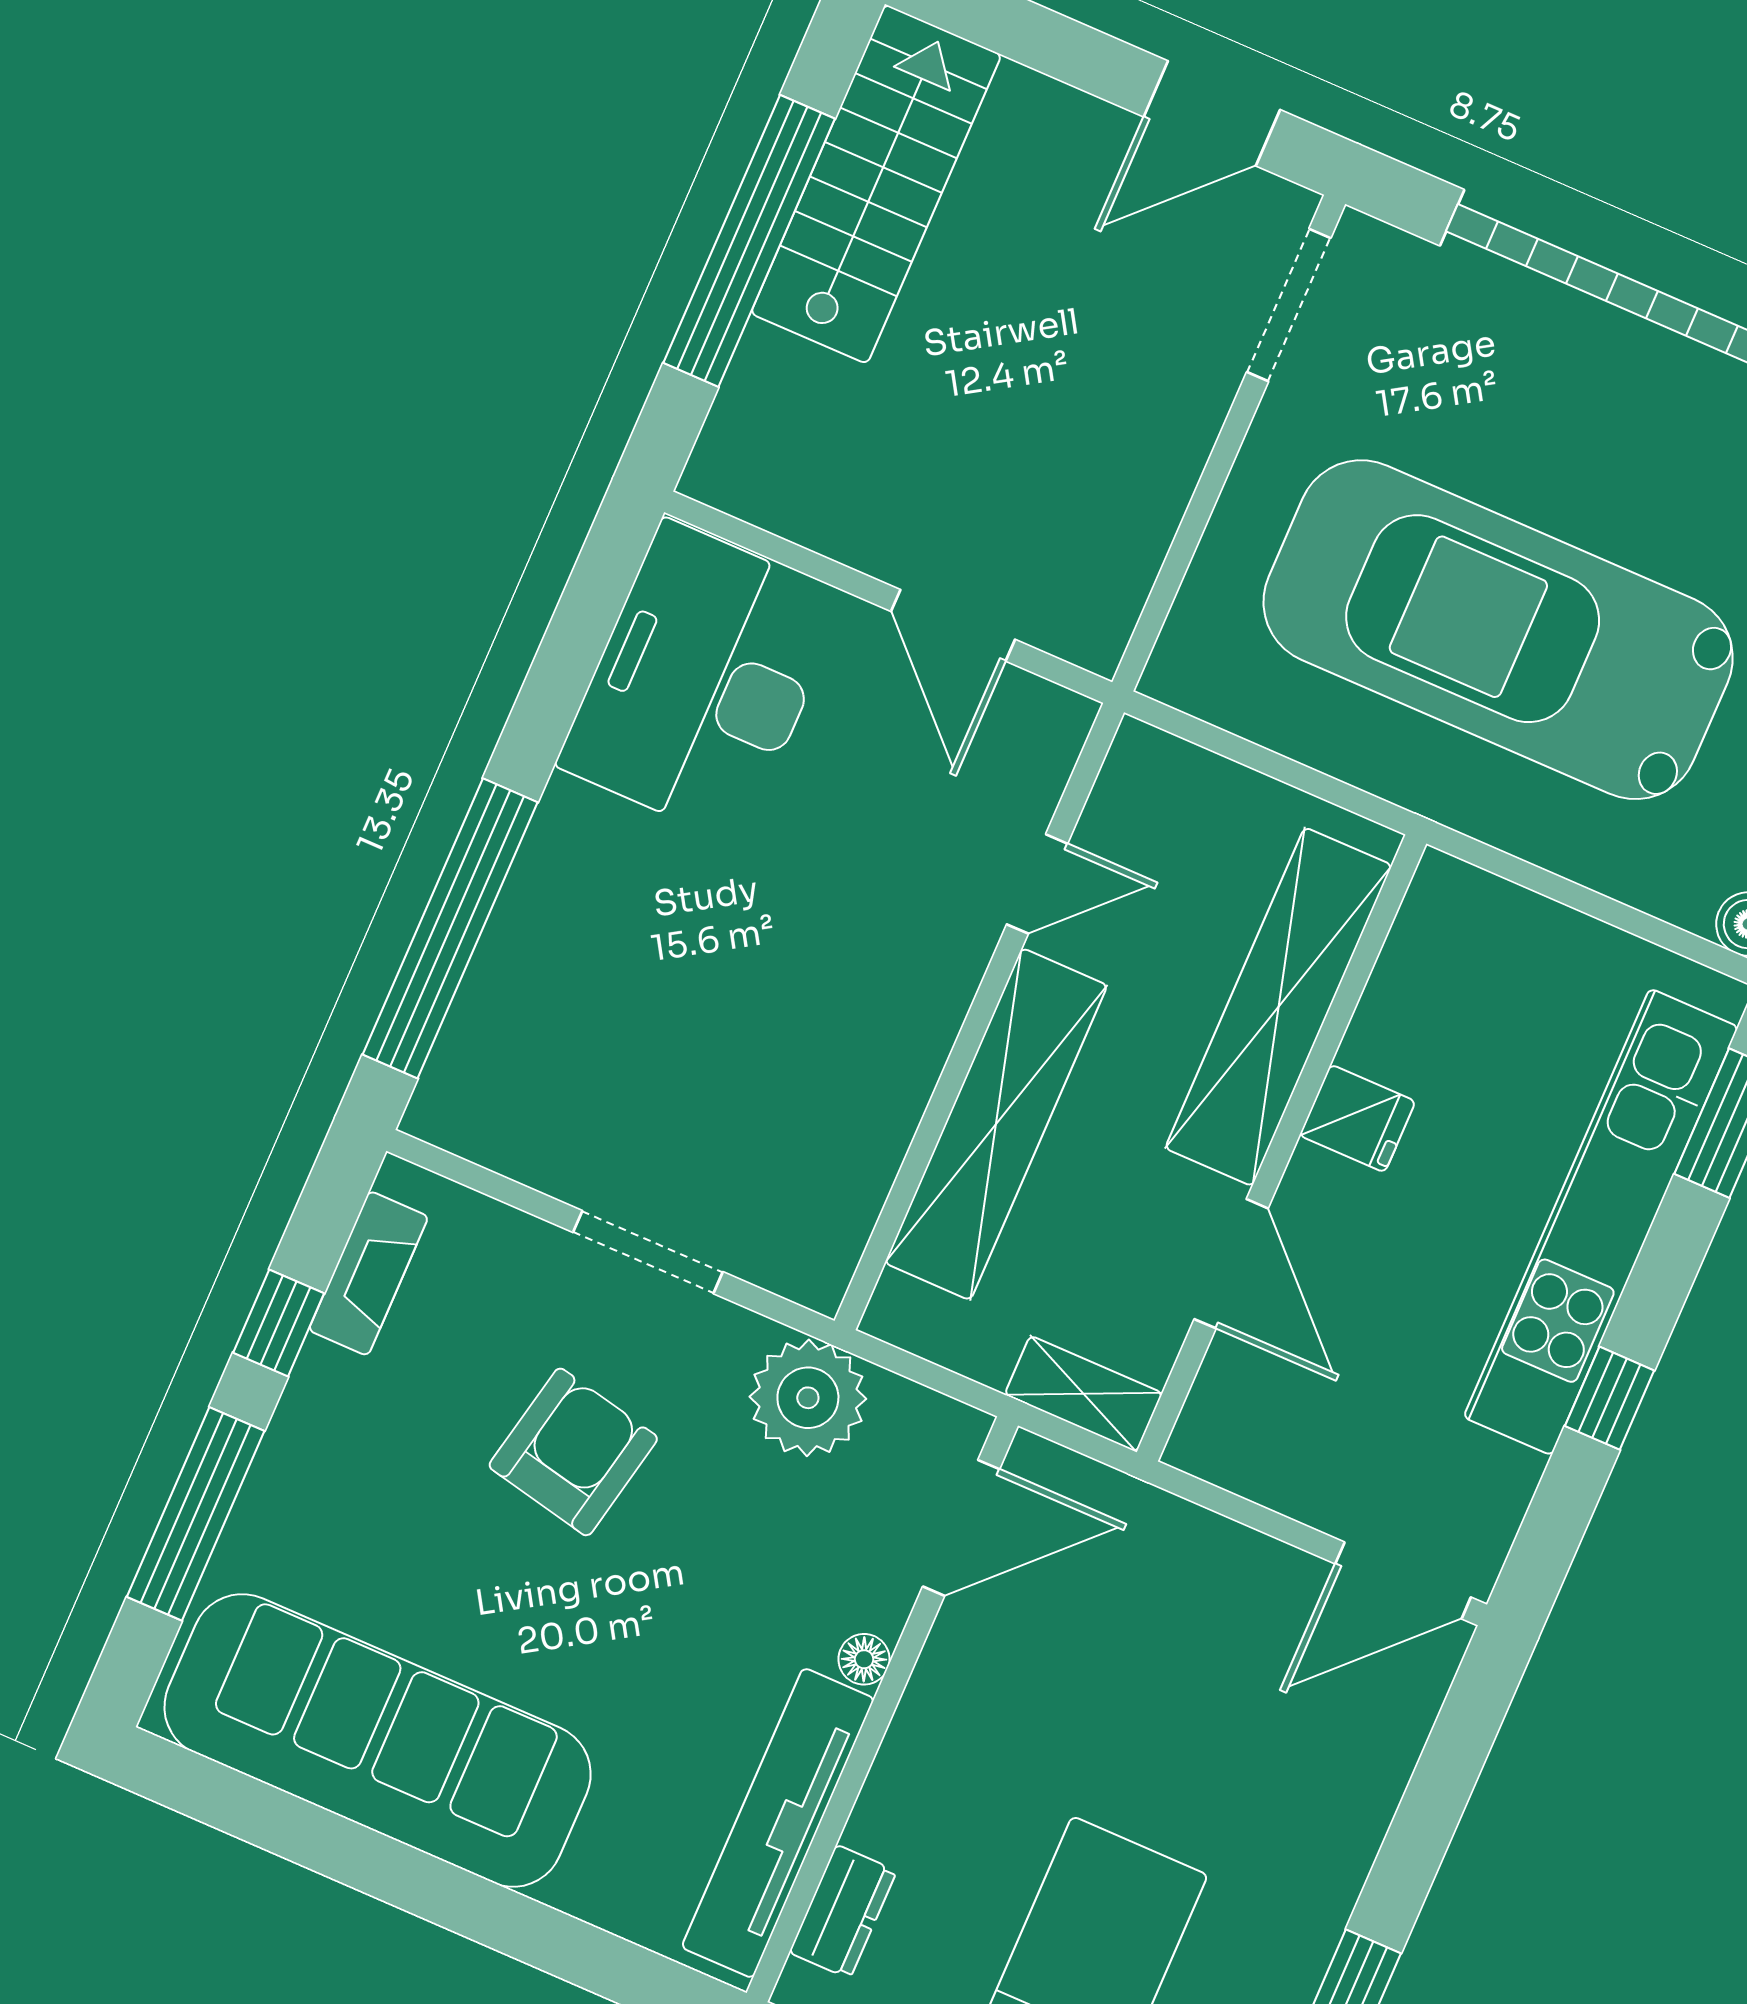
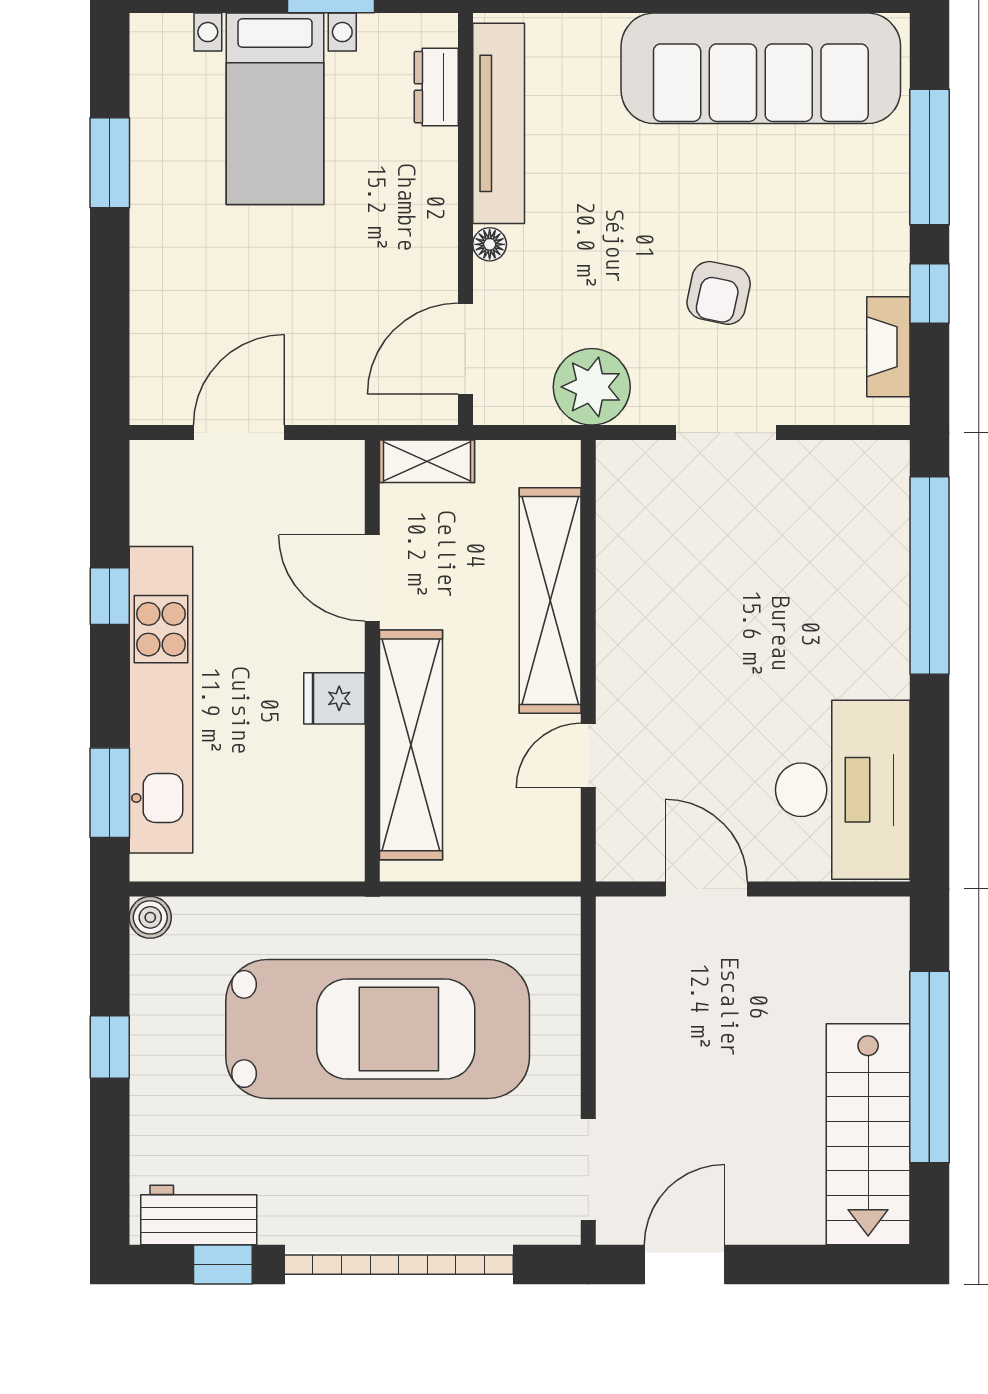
armchair: (573, 1452) -> (719, 293), width x0.72, depth x0.72
door: (1403, 1580) -> (239, 433), moved

